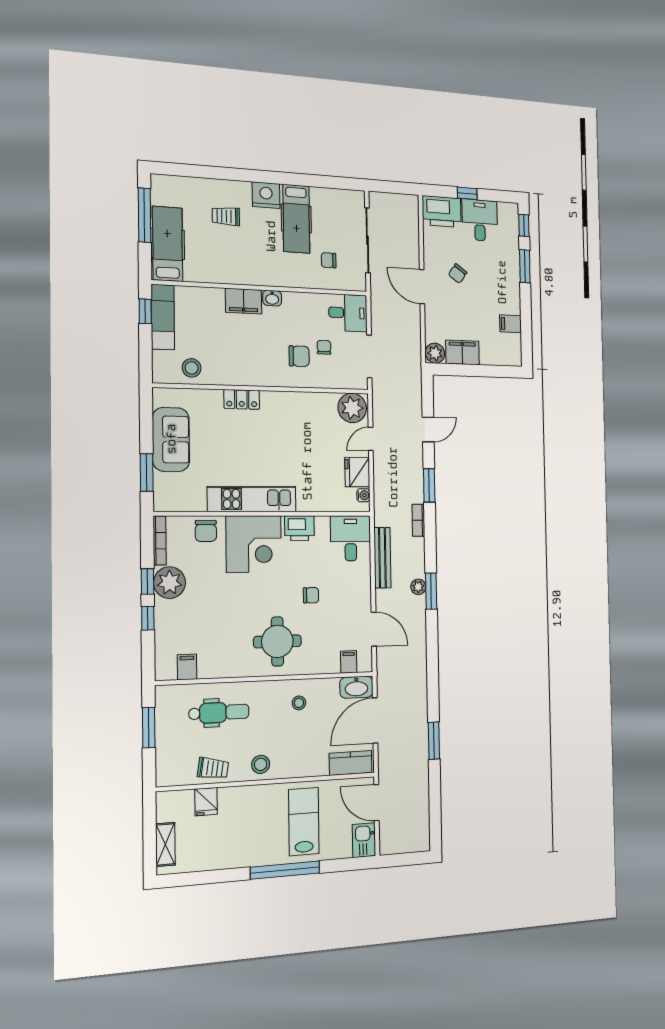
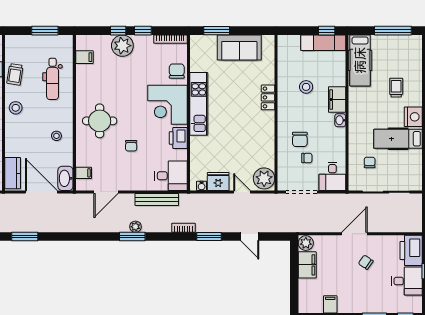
hospital bed: (168, 244) -> (360, 60), moved, turned 90
stool: (192, 368) -> (306, 87), moved
chair: (206, 531) -> (177, 71), turned 90
plant: (170, 583) -> (122, 46), moved

